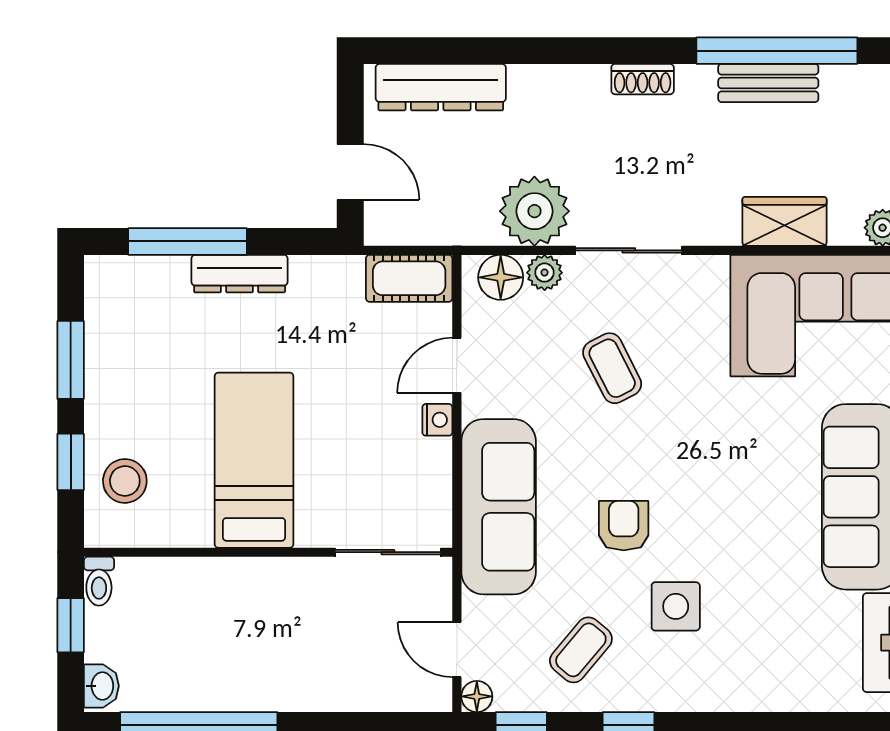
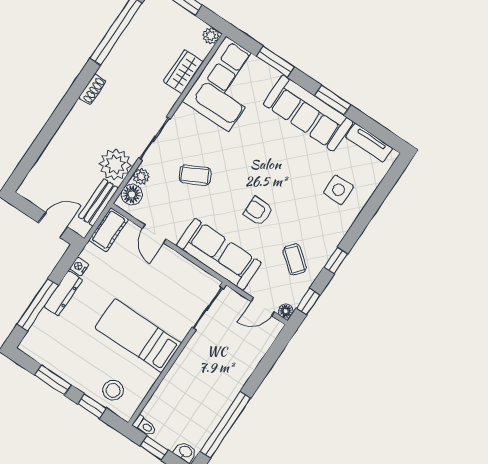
bench: (768, 83) -> (98, 202), moved
dresser: (441, 87) -> (44, 169), removed
nightstand: (437, 420) -> (79, 266), moved, turned -90
side table: (676, 606) -> (339, 190), moved

